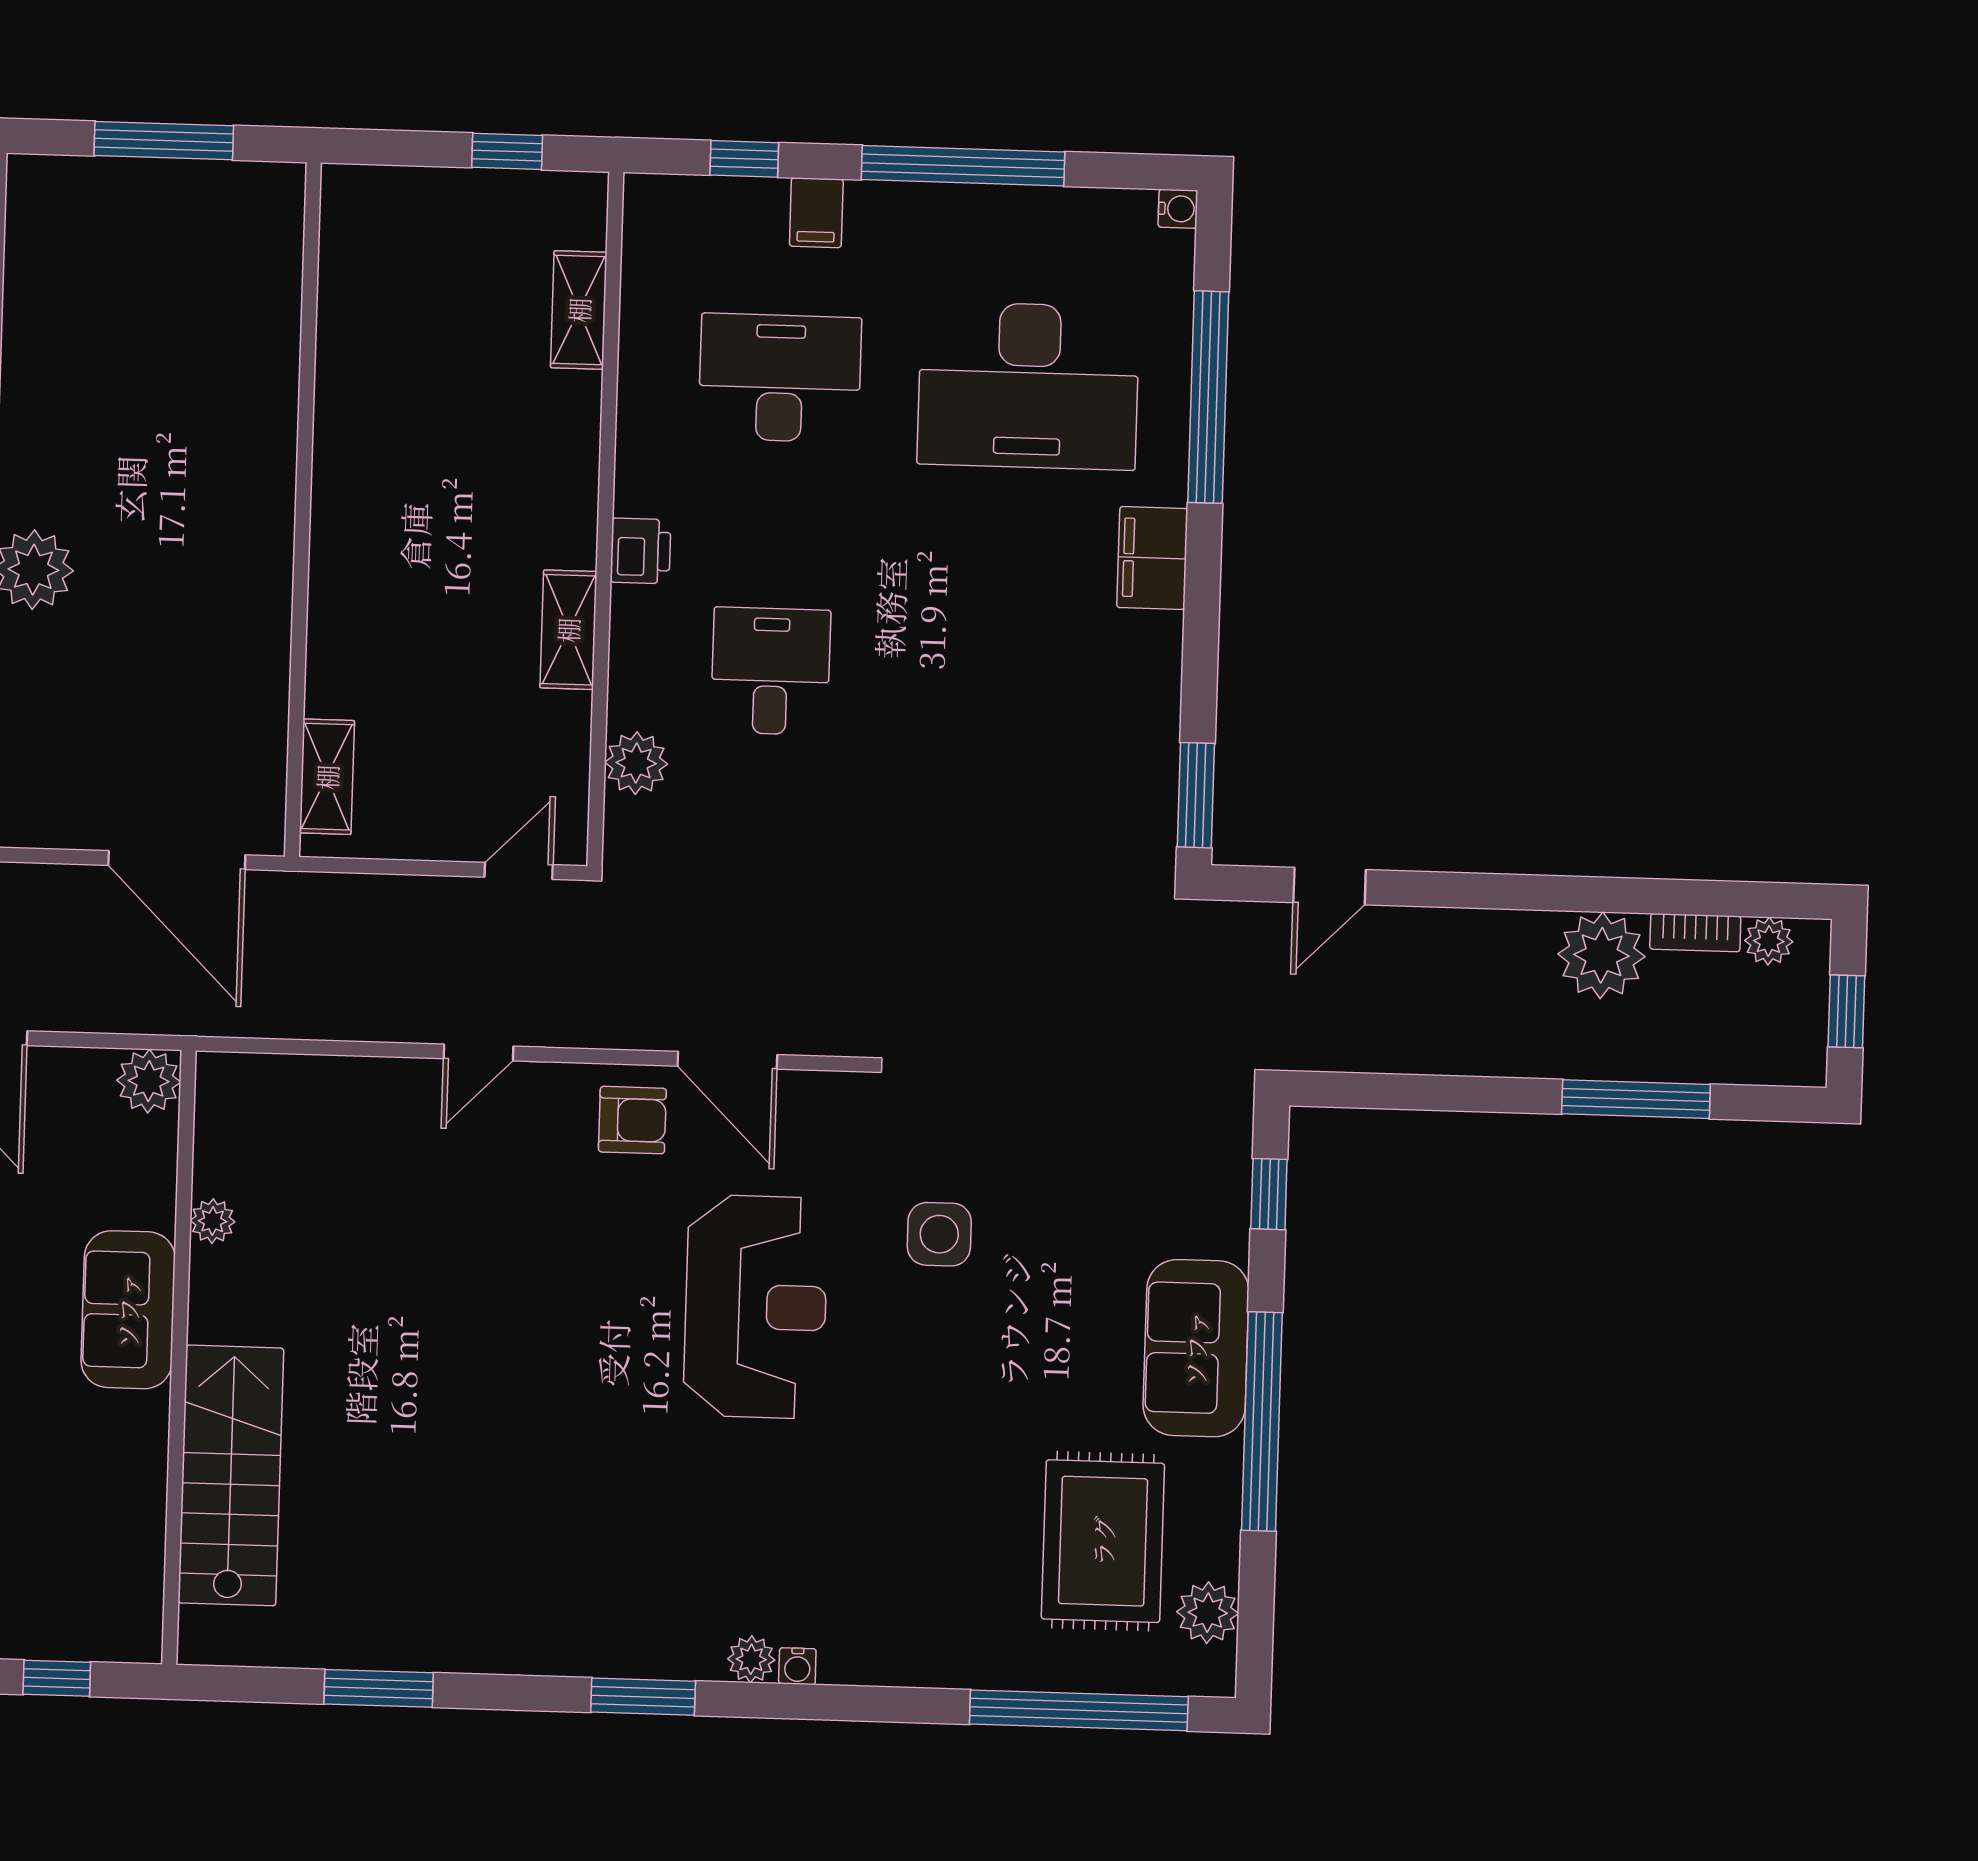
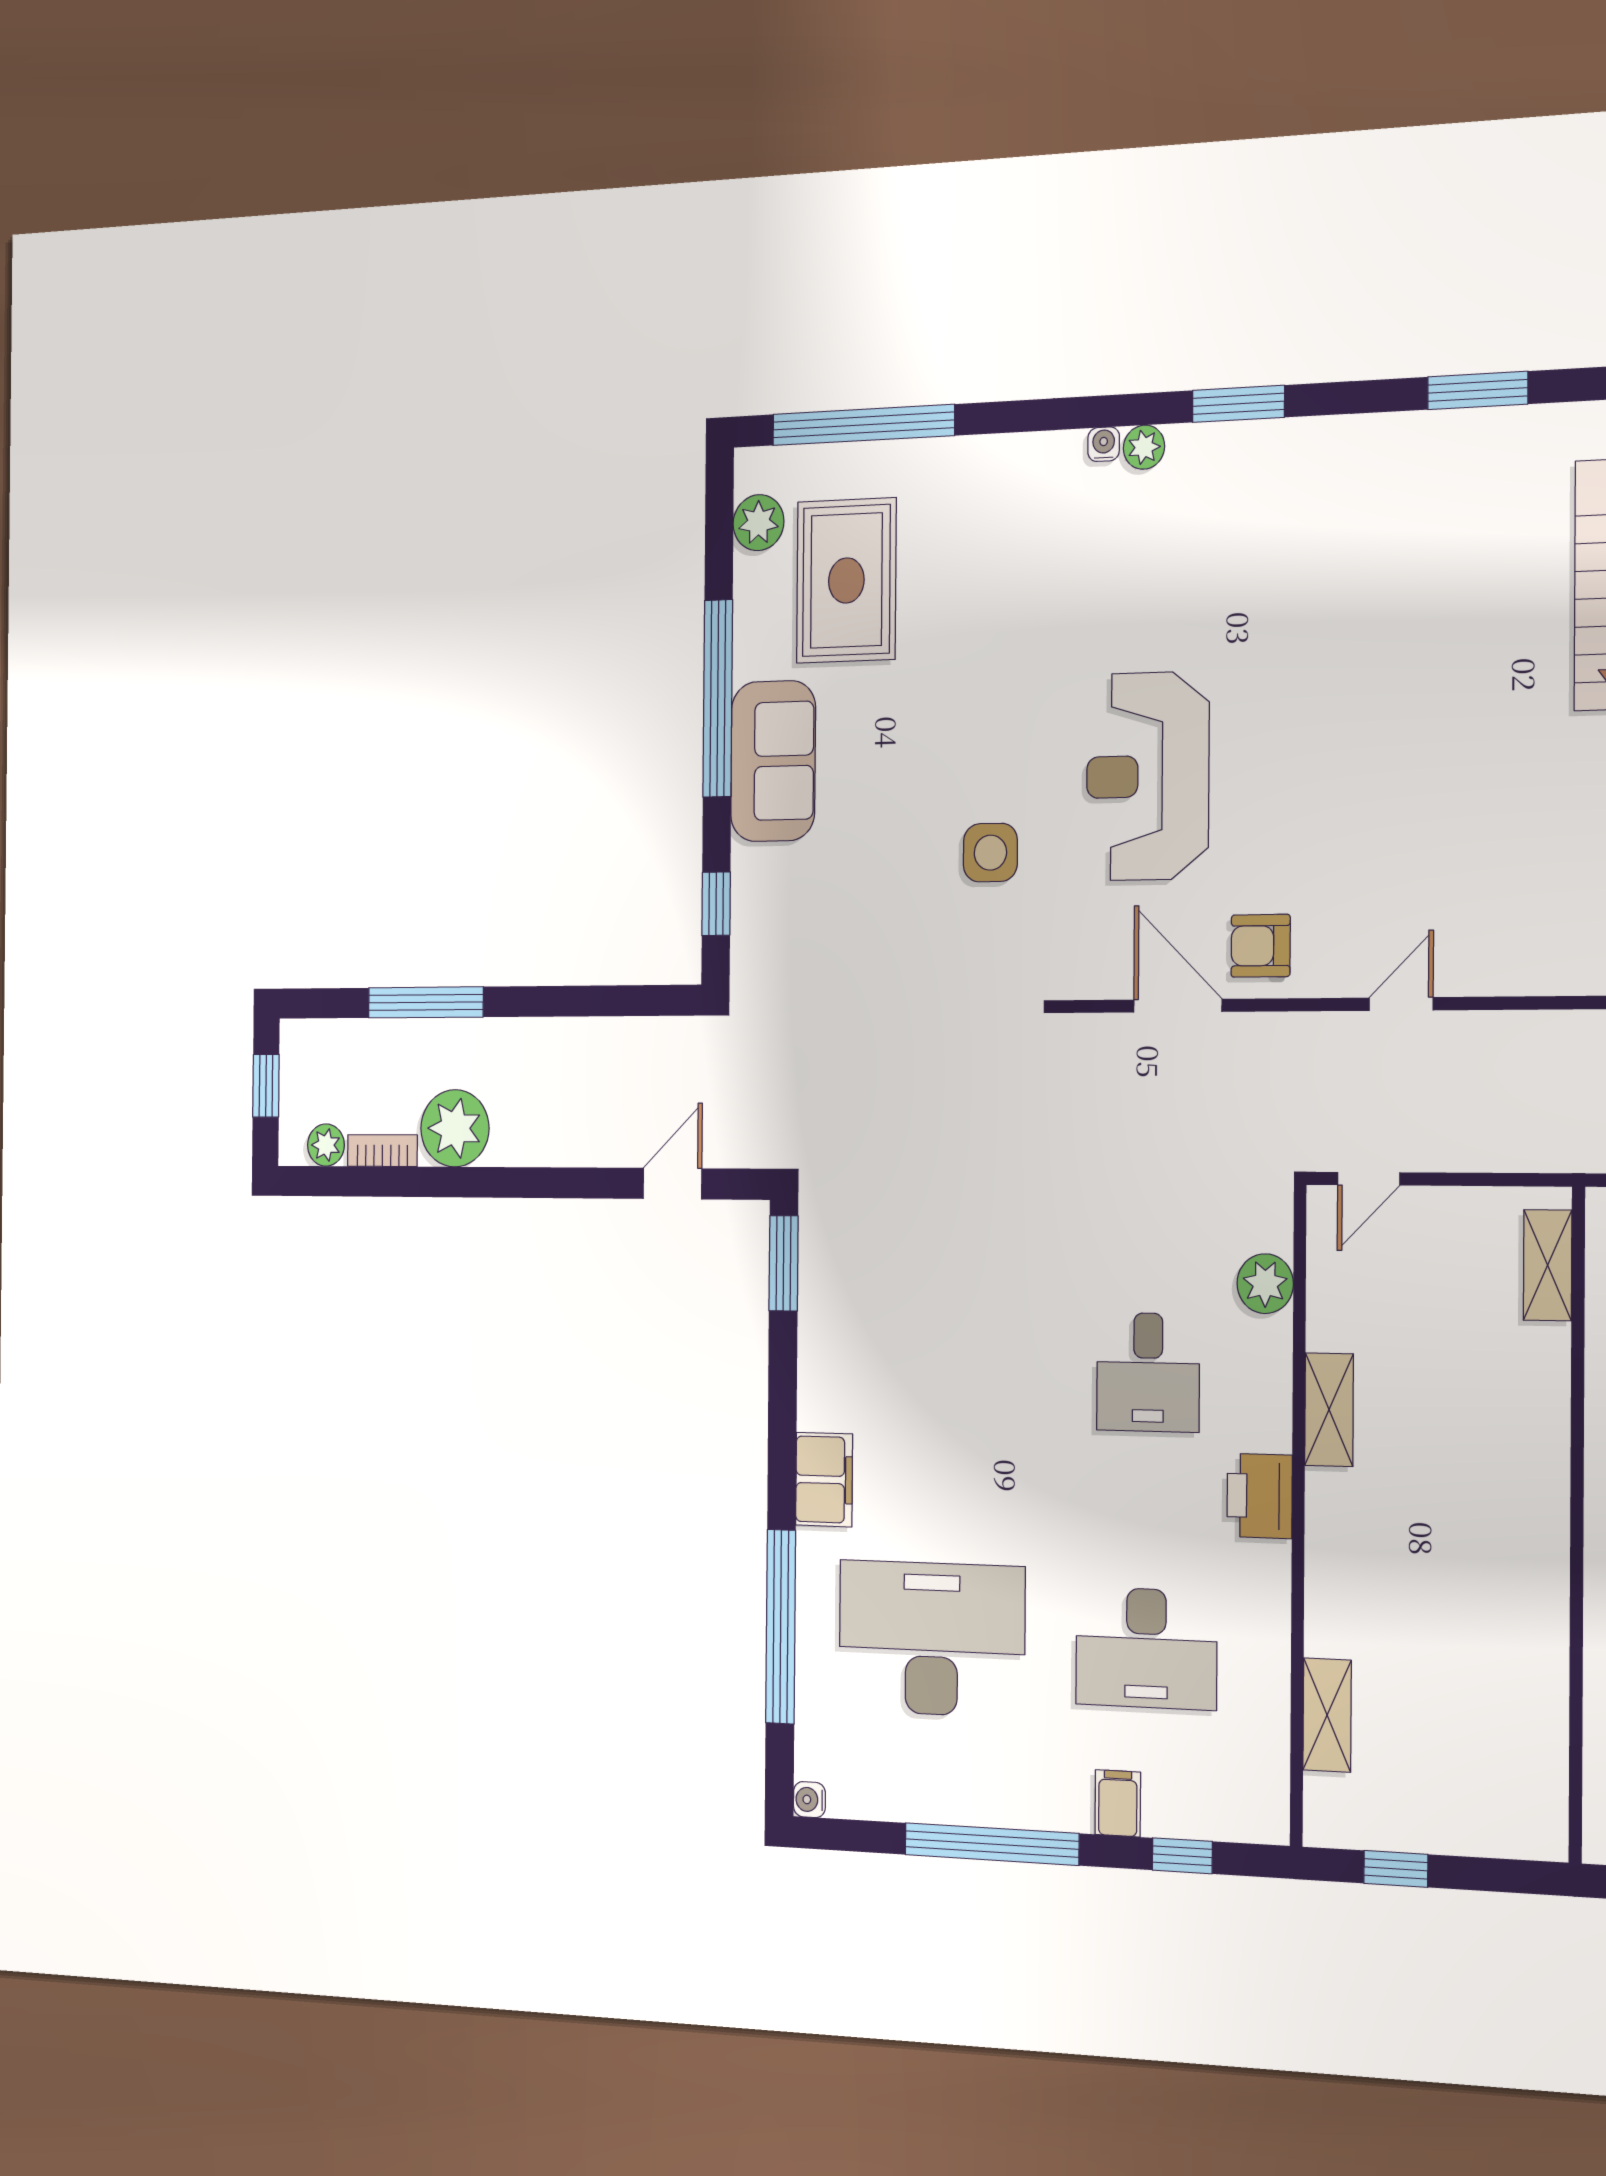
printer: (641, 551) -> (1260, 1496), width x1.36, depth x1.24

